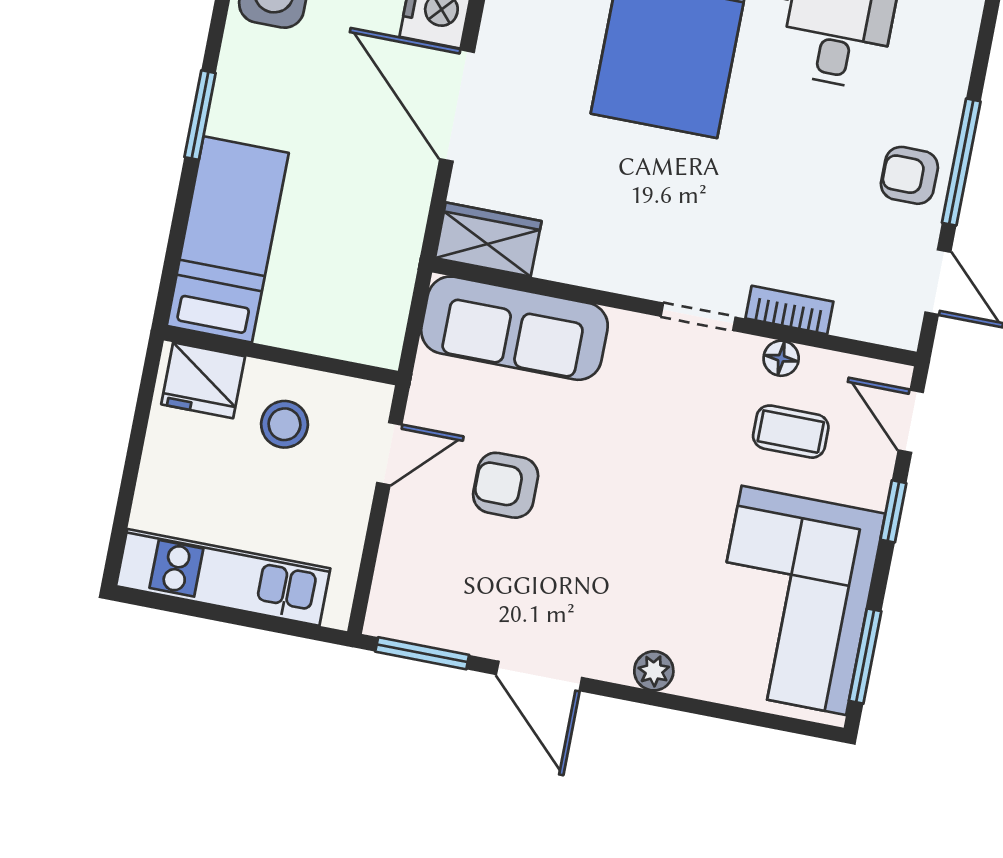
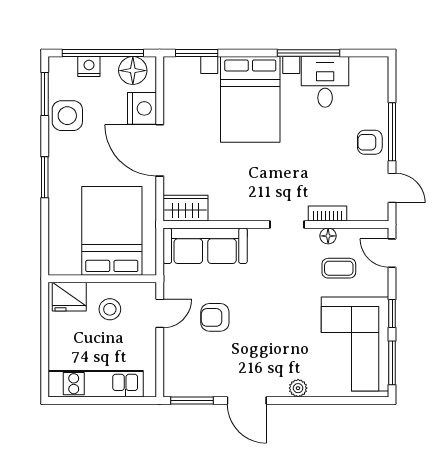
bed: (228, 239) -> (112, 231), moved, width x1.50
window: (893, 511) -> (392, 314), moved

